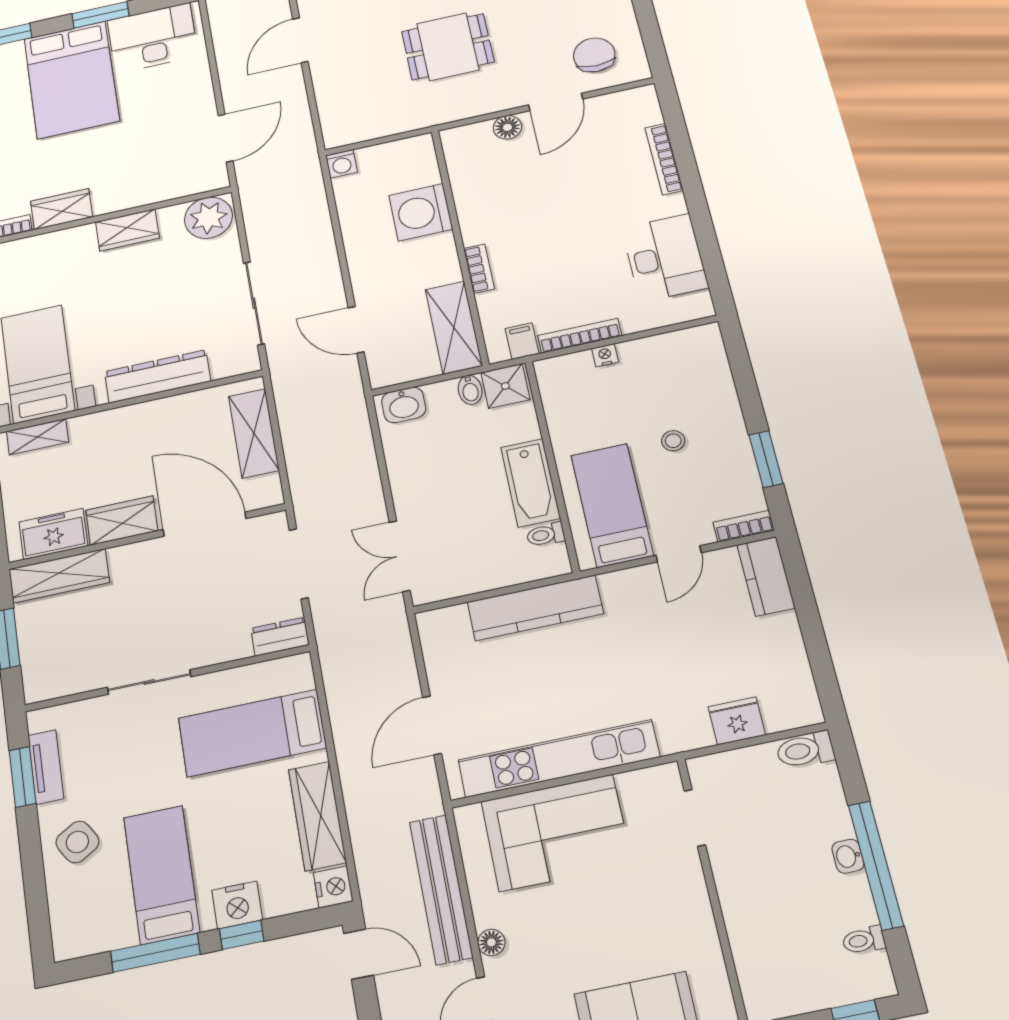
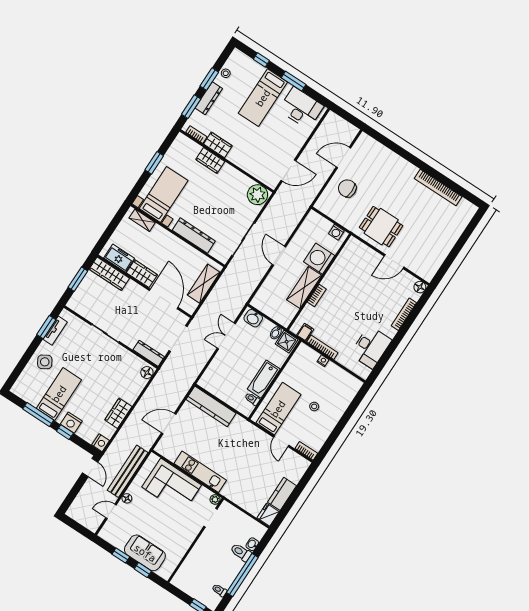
dining table: (448, 47) -> (381, 227), moved
chair: (594, 55) -> (347, 188), moved, turned -90
bed: (71, 80) -> (263, 98), width x0.67
floor lamp: (507, 127) -> (420, 287), moved
washing machine: (342, 164) -> (336, 232), moved
wardrobe: (127, 230) -> (210, 160), moved
shelving: (454, 327) -> (304, 288), moved
door: (356, 330) -> (279, 256), moved
window: (766, 459) -> (333, 438), removed
door: (679, 554) -> (281, 441), hinge flipped
double door: (400, 556) -> (226, 336), moved
kitchen counter: (766, 576) -> (282, 494), moved
kitchen counter: (535, 608) -> (211, 406), moved
dresser: (280, 637) -> (149, 353), width x1.44
floor lamp: (298, 675) -> (147, 373), added
fridge: (737, 721) -> (268, 515), moved, turned -90
bed: (252, 733) -> (119, 377), removed
toilet: (805, 750) -> (241, 552), moved
kitchen unit: (559, 759) -> (200, 472), width x0.73
plant: (667, 776) -> (215, 499), added
wardrobe: (317, 816) -> (118, 413), width x0.67
washbasin: (848, 856) -> (252, 544), moved

